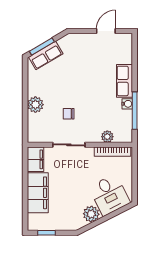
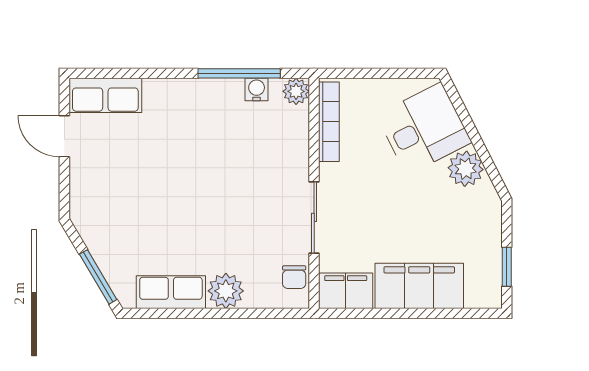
row of seats: (46, 55) -> (171, 292), moved, turned -59
row of seats: (125, 81) -> (105, 95), moved
water cooler: (127, 104) -> (257, 89), moved
chair: (69, 114) -> (294, 277), moved
plant: (107, 137) -> (296, 91), moved

